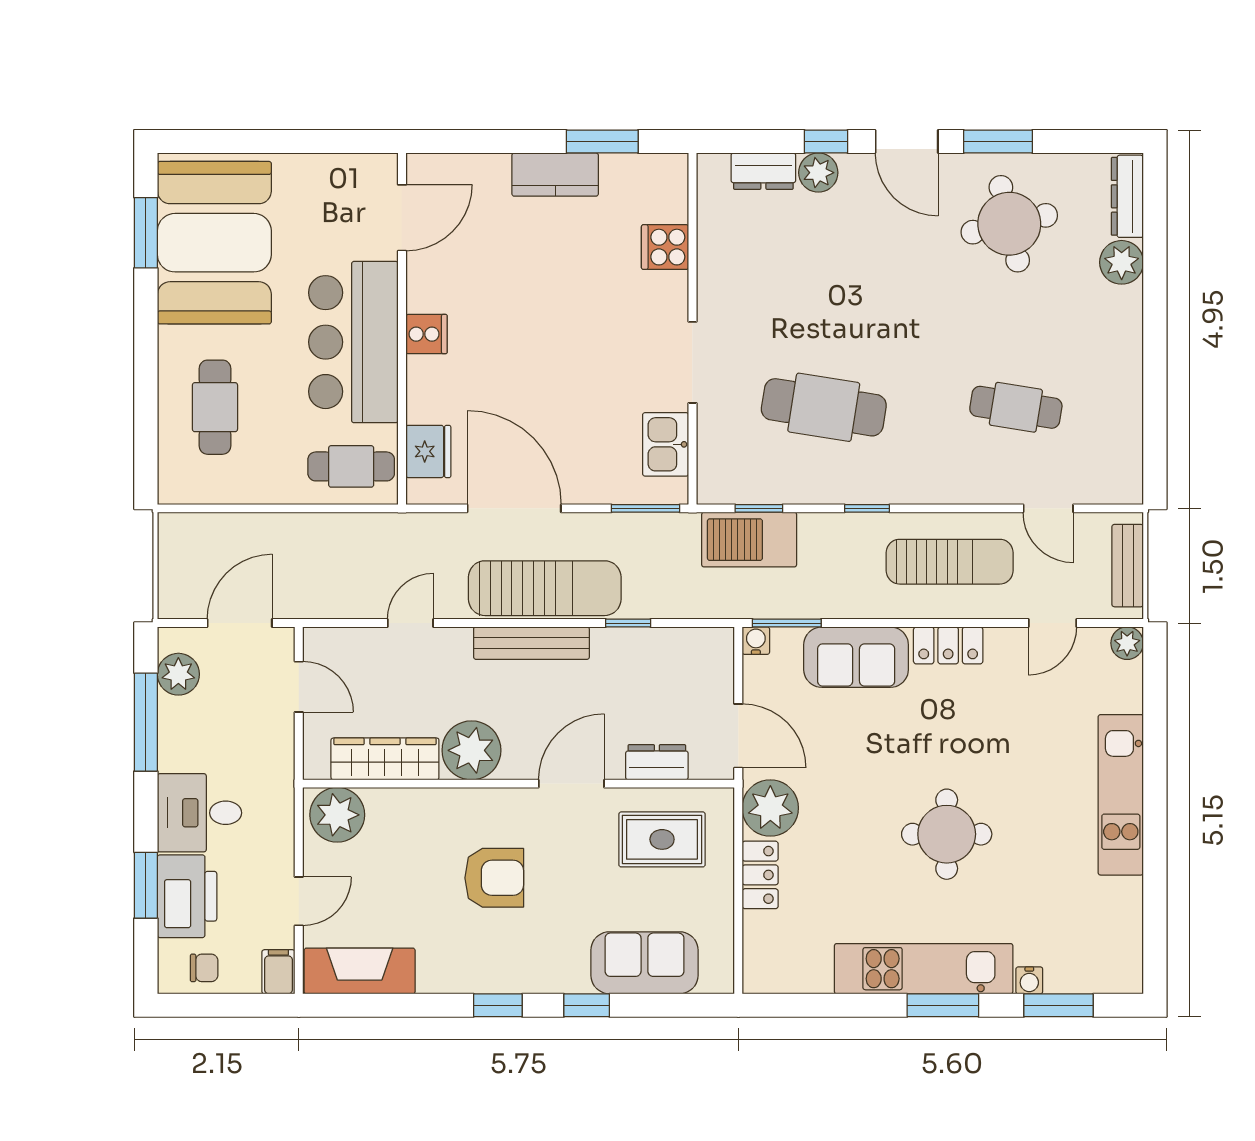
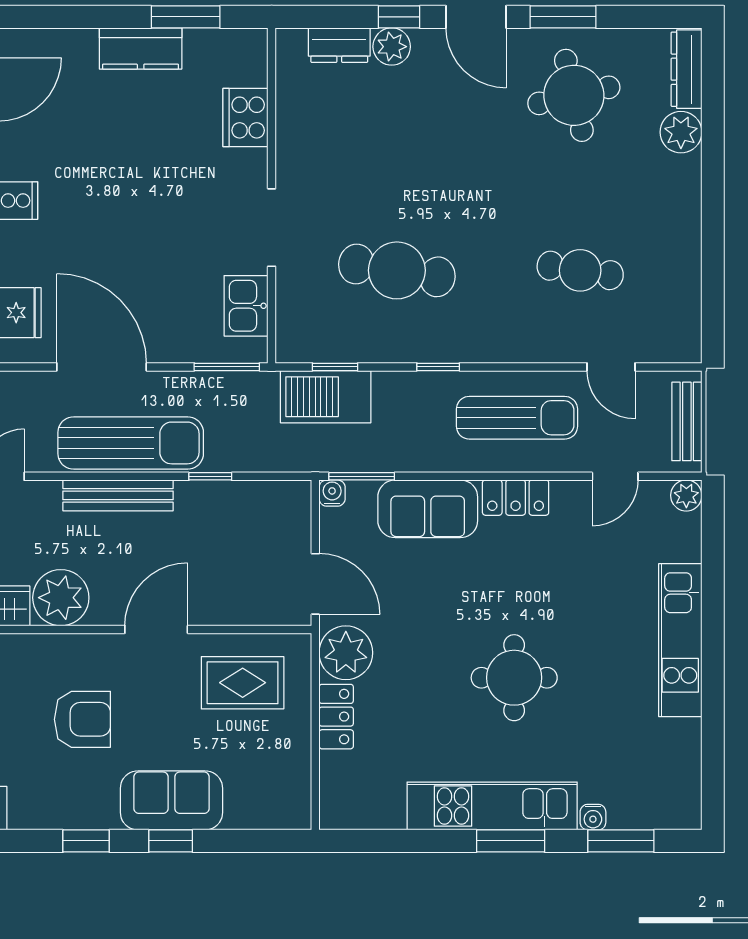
cooker: (665, 247) -> (245, 118), width x1.36
dresser: (657, 762) -> (238, 609), removed
sofa: (644, 963) -> (171, 800), moved

